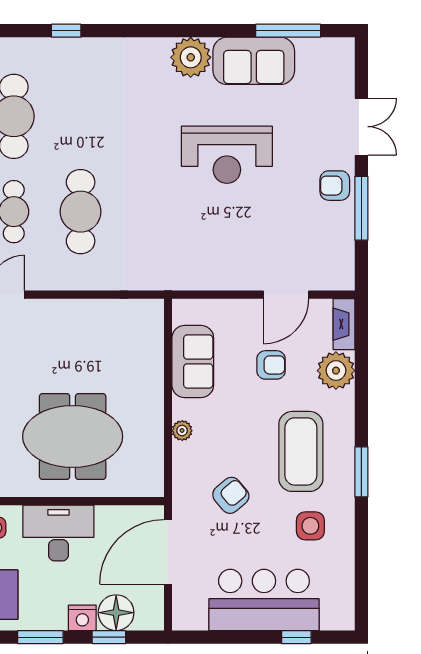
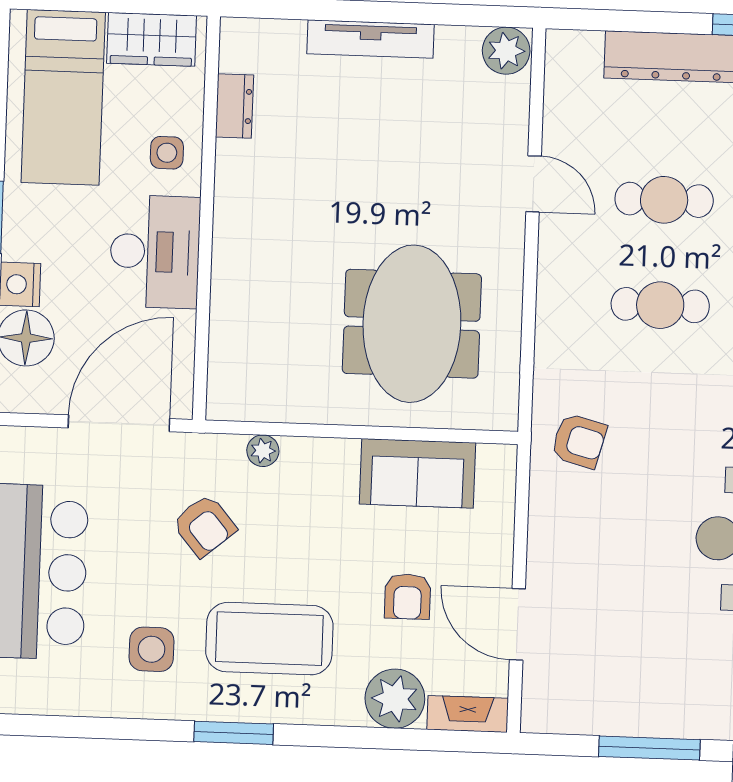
armchair: (335, 186) -> (579, 441), moved, turned 105
cafe table: (81, 212) -> (660, 305), width x0.73, depth x0.74
plant: (182, 431) -> (263, 451), moved
meeting table: (73, 437) -> (412, 324), moved
door: (168, 552) -> (119, 423), hinge flipped

